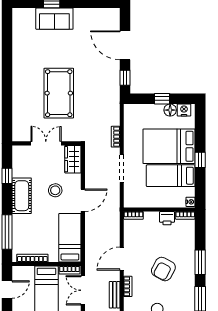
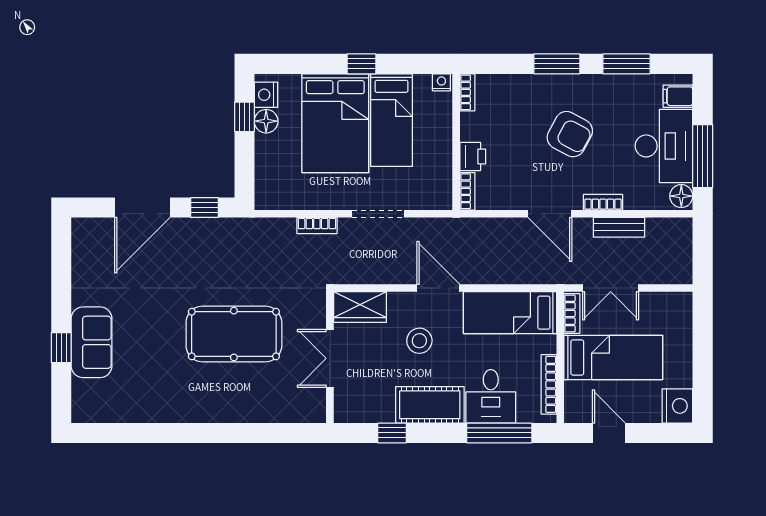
window: (162, 99) -> (244, 117), moved
printer: (167, 218) -> (473, 156), moved
desk: (26, 228) -> (491, 396), added

